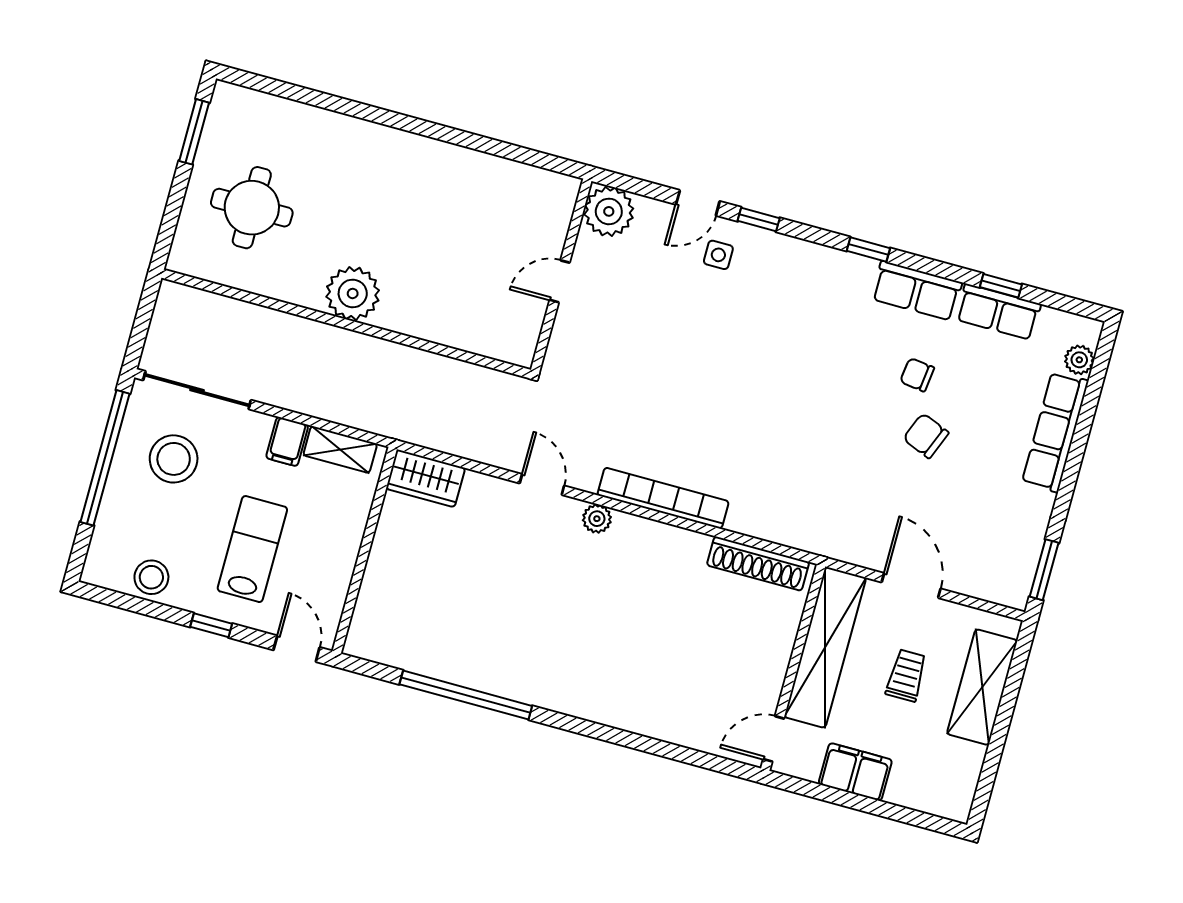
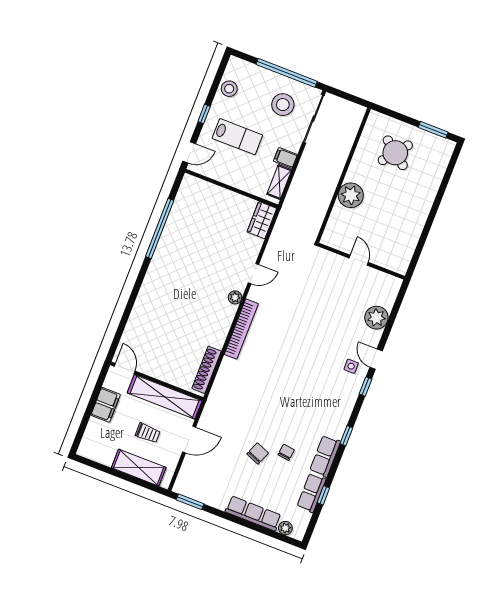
round table: (252, 208) -> (395, 153), turned 38
wall: (561, 275) -> (361, 261), moved
door: (560, 281) -> (359, 260), moved

